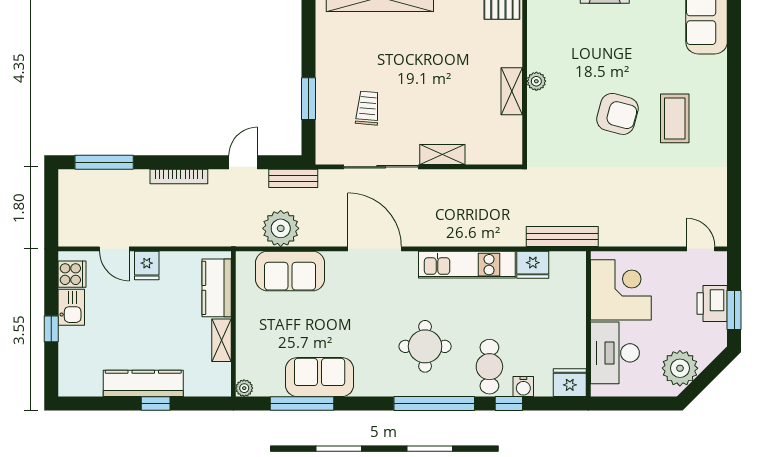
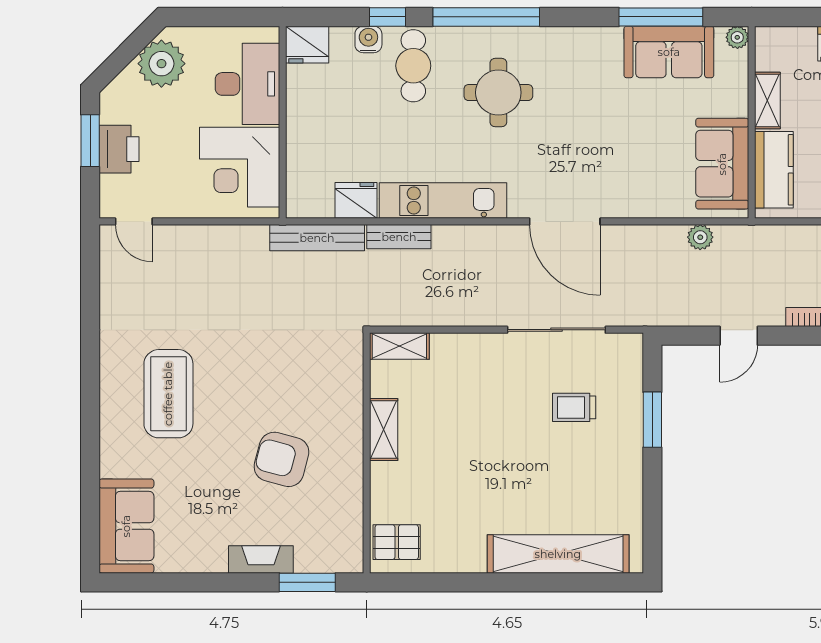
plant: (536, 81) -> (351, 443), removed
trolley: (368, 108) -> (574, 407), turned 85
armchair: (617, 114) -> (281, 459), moved
coffee table: (675, 118) -> (168, 394), width x1.36, depth x1.32
shelving: (442, 154) -> (399, 346), moved
bench: (293, 178) -> (399, 237), moved
plant: (281, 228) -> (700, 237), width x0.53, depth x0.53
sofa: (290, 271) -> (722, 164), moved, turned -90
sofa: (320, 377) -> (669, 52), moved

